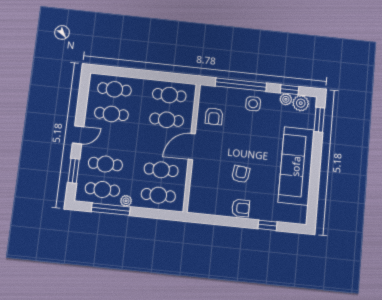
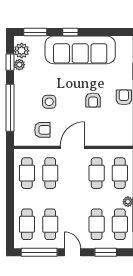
window: (83, 99) -> (39, 252), added
side table: (253, 104) -> (49, 102), moved
door: (192, 147) -> (72, 147), swing flipped
window: (316, 157) -> (70, 32), added
armchair: (241, 174) -> (93, 100), turned -97

